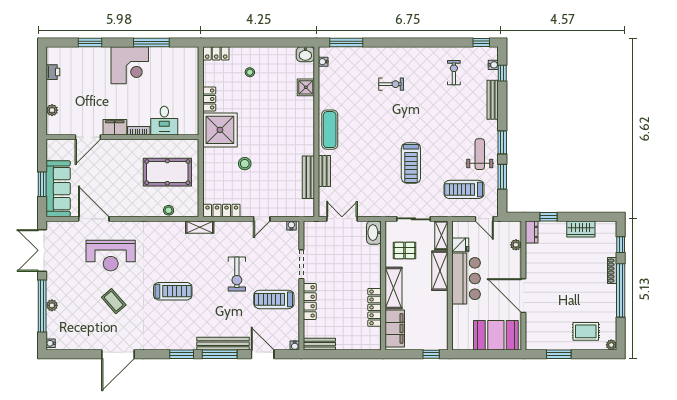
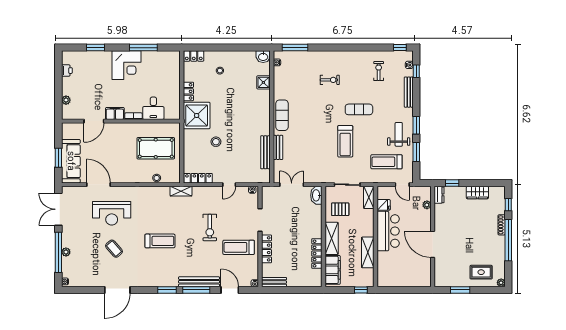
exercise mat: (429, 122) -> (359, 109), added
shelving: (440, 271) -> (368, 252), moved
booth: (496, 335) -> (411, 275), removed

